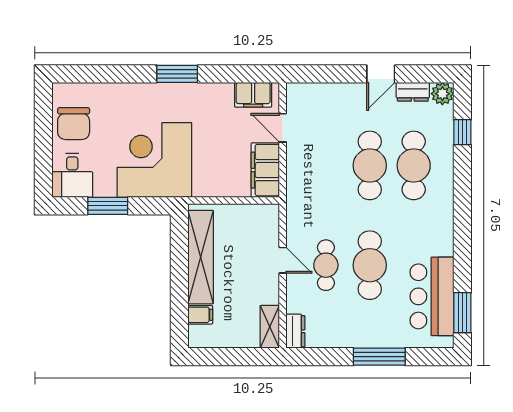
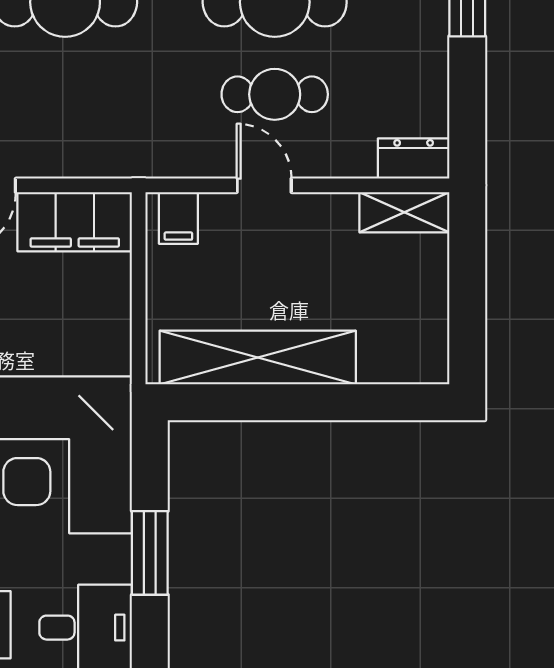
door: (283, 260) -> (264, 185), hinge flipped
filing cabinet: (200, 315) -> (178, 218), moved, turned 180

